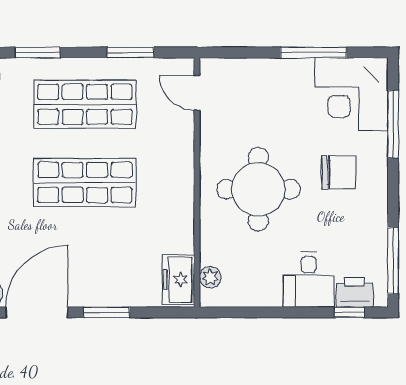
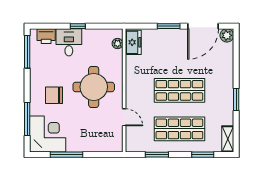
door: (197, 93) -> (124, 117), moved
window: (349, 312) -> (78, 26), moved

